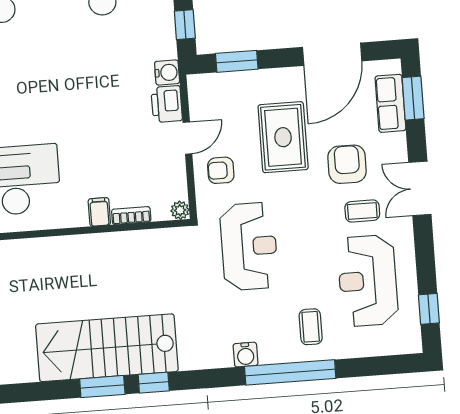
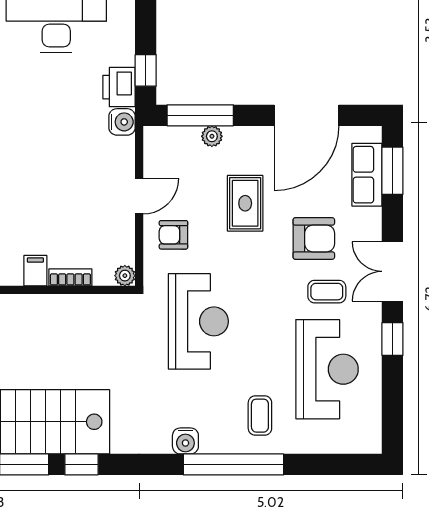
window: (237, 61) -> (200, 115), width x1.44
plant: (249, 79) -> (212, 136), added
printer: (167, 104) -> (119, 87), moved
rug: (283, 137) -> (245, 203), width x0.73, depth x0.70
armchair: (347, 164) -> (314, 238), turned 90
reception desk: (368, 281) -> (327, 369), turned 180
window: (429, 309) -> (392, 339), moved

